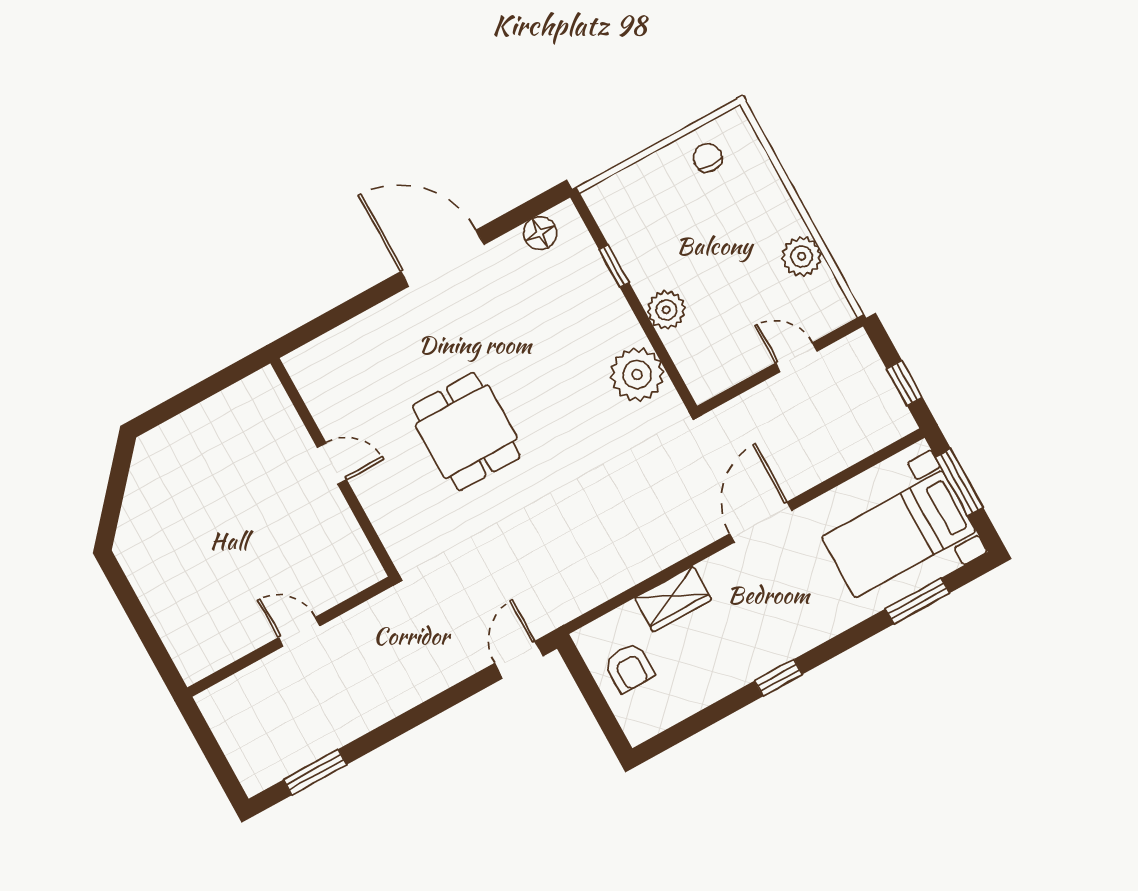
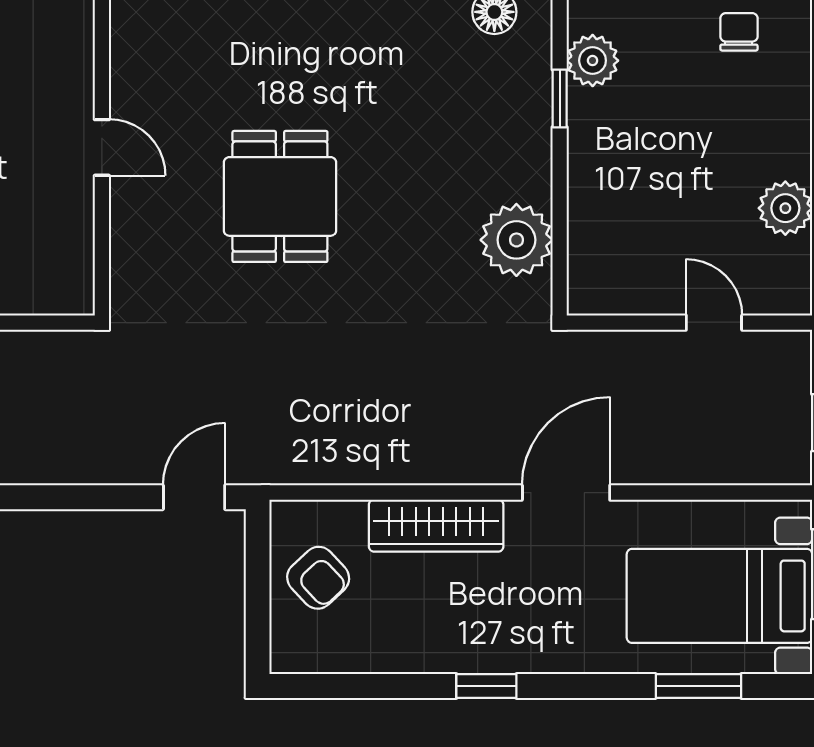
plant: (666, 310) -> (593, 61), moved
wardrobe: (673, 599) -> (436, 526), width x1.50
armchair: (629, 667) -> (318, 578), turned -43

